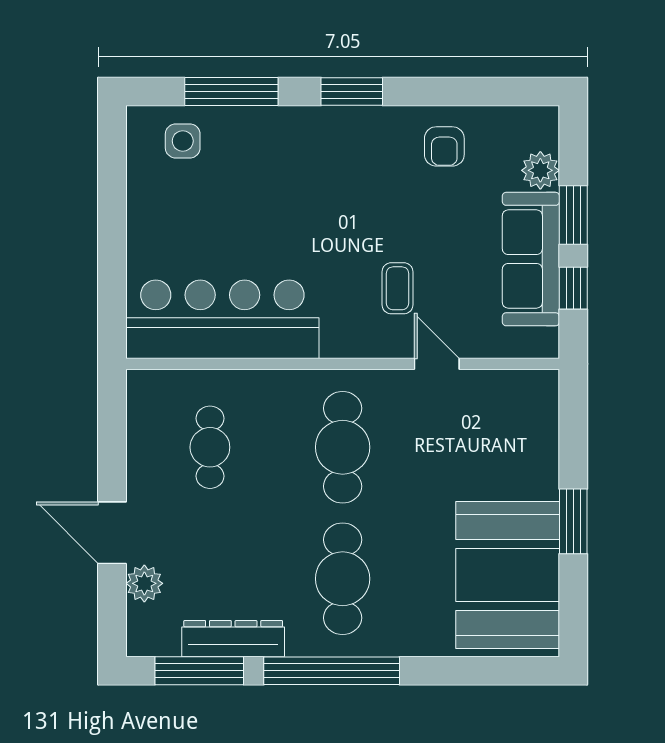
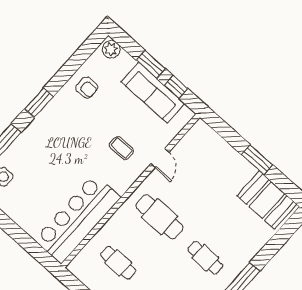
plant: (540, 170) -> (111, 49), moved
door: (437, 364) -> (160, 158), swing flipped
booth: (508, 575) -> (267, 200), width x0.73, depth x0.70
cafe table: (343, 579) -> (205, 258), width x0.73, depth x0.74

